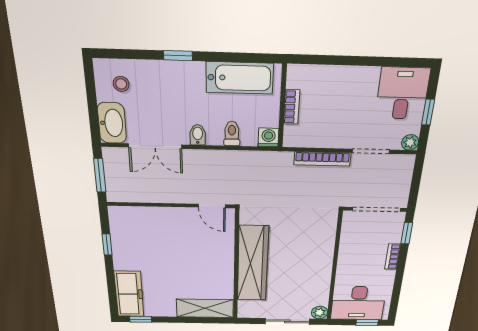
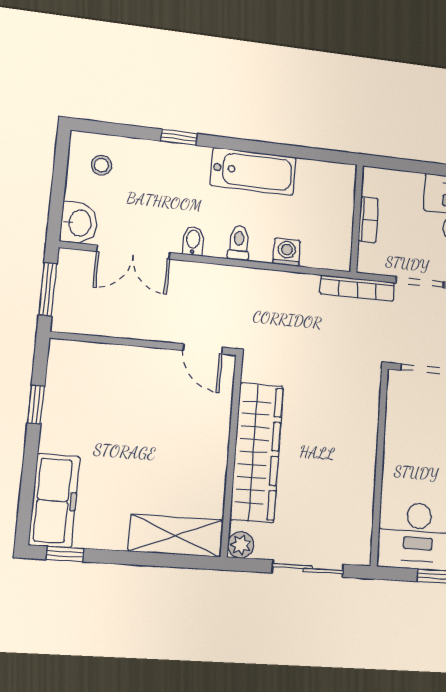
wall: (282, 107) -> (357, 218), moved
bookcase: (292, 107) -> (368, 220), moved
washbasin: (112, 123) -> (79, 223), width x0.72
plant: (319, 313) -> (241, 545), moved

